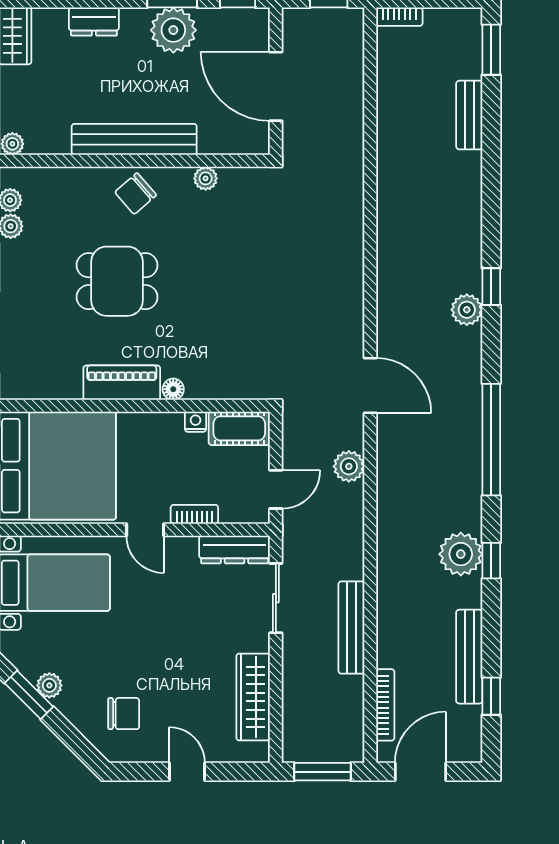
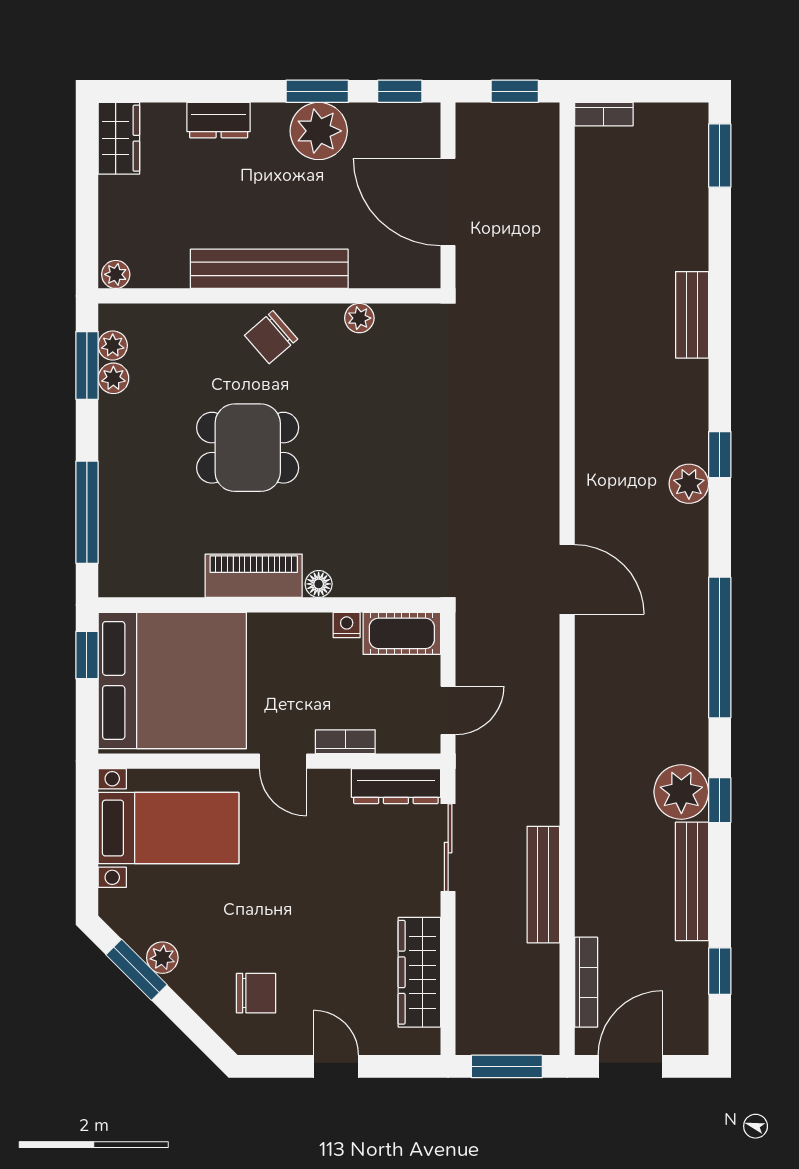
bench: (469, 115) -> (692, 315), moved
plant: (349, 466) -> (540, 681), removed
bench: (469, 657) -> (692, 881), moved

